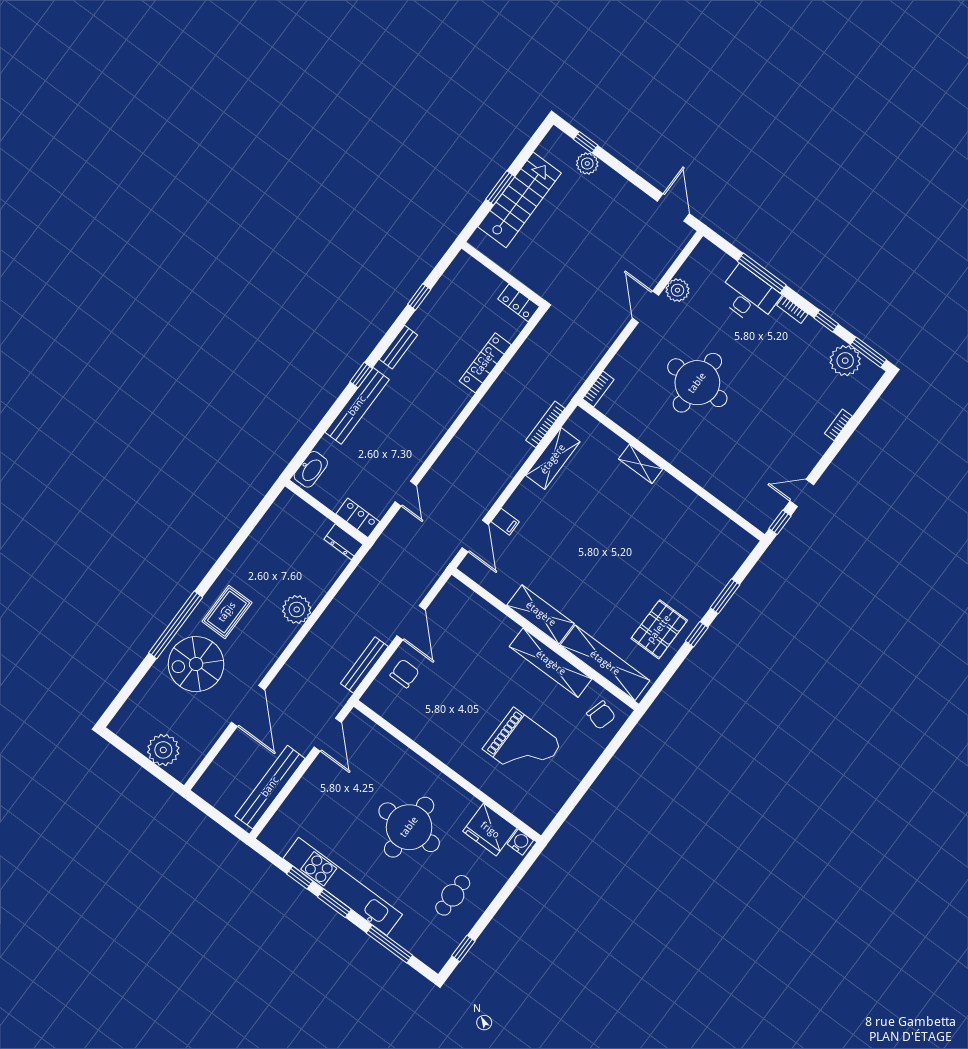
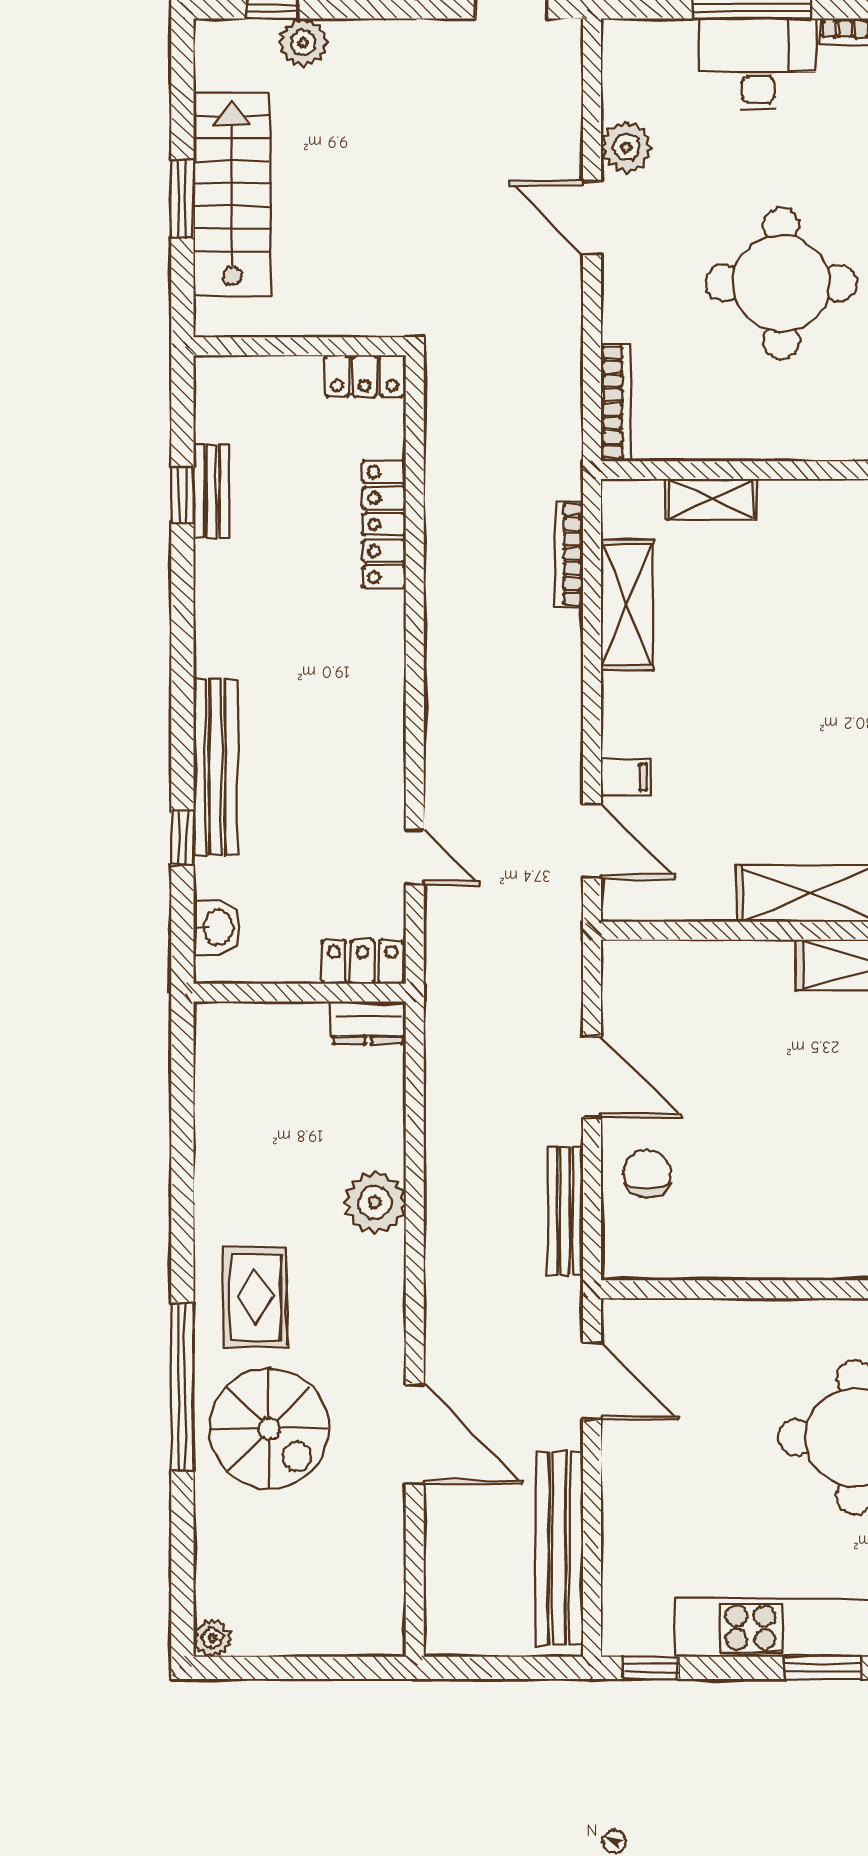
bench: (398, 347) -> (211, 491), moved
window: (361, 375) -> (182, 838), moved
bookcase: (598, 389) -> (616, 402), width x1.56
shelving: (641, 464) -> (711, 499), moved
washbasin: (311, 469) -> (217, 928), width x0.72
spiral stairs: (196, 664) -> (269, 1429), turned -90
plant: (163, 750) -> (212, 1638), moved, width x0.53, depth x0.53
window: (300, 878) -> (651, 1668), moved

